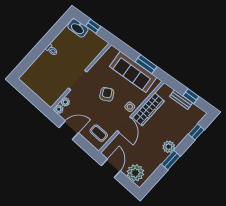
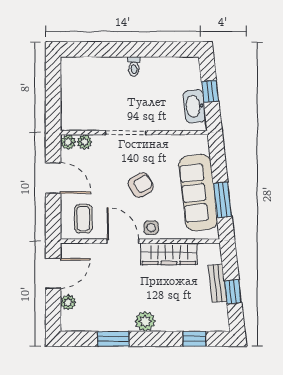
washbasin: (78, 28) -> (194, 106), moved
door: (125, 125) -> (123, 241), swing flipped
window: (171, 160) -> (113, 339), moved
plant: (135, 173) -> (68, 302), width x0.53, depth x0.53

